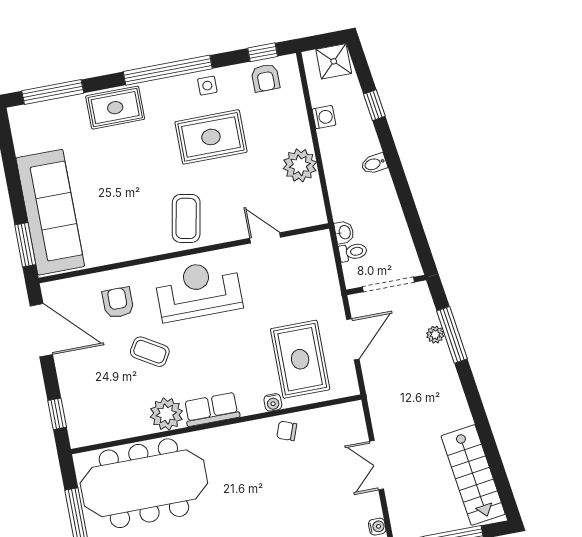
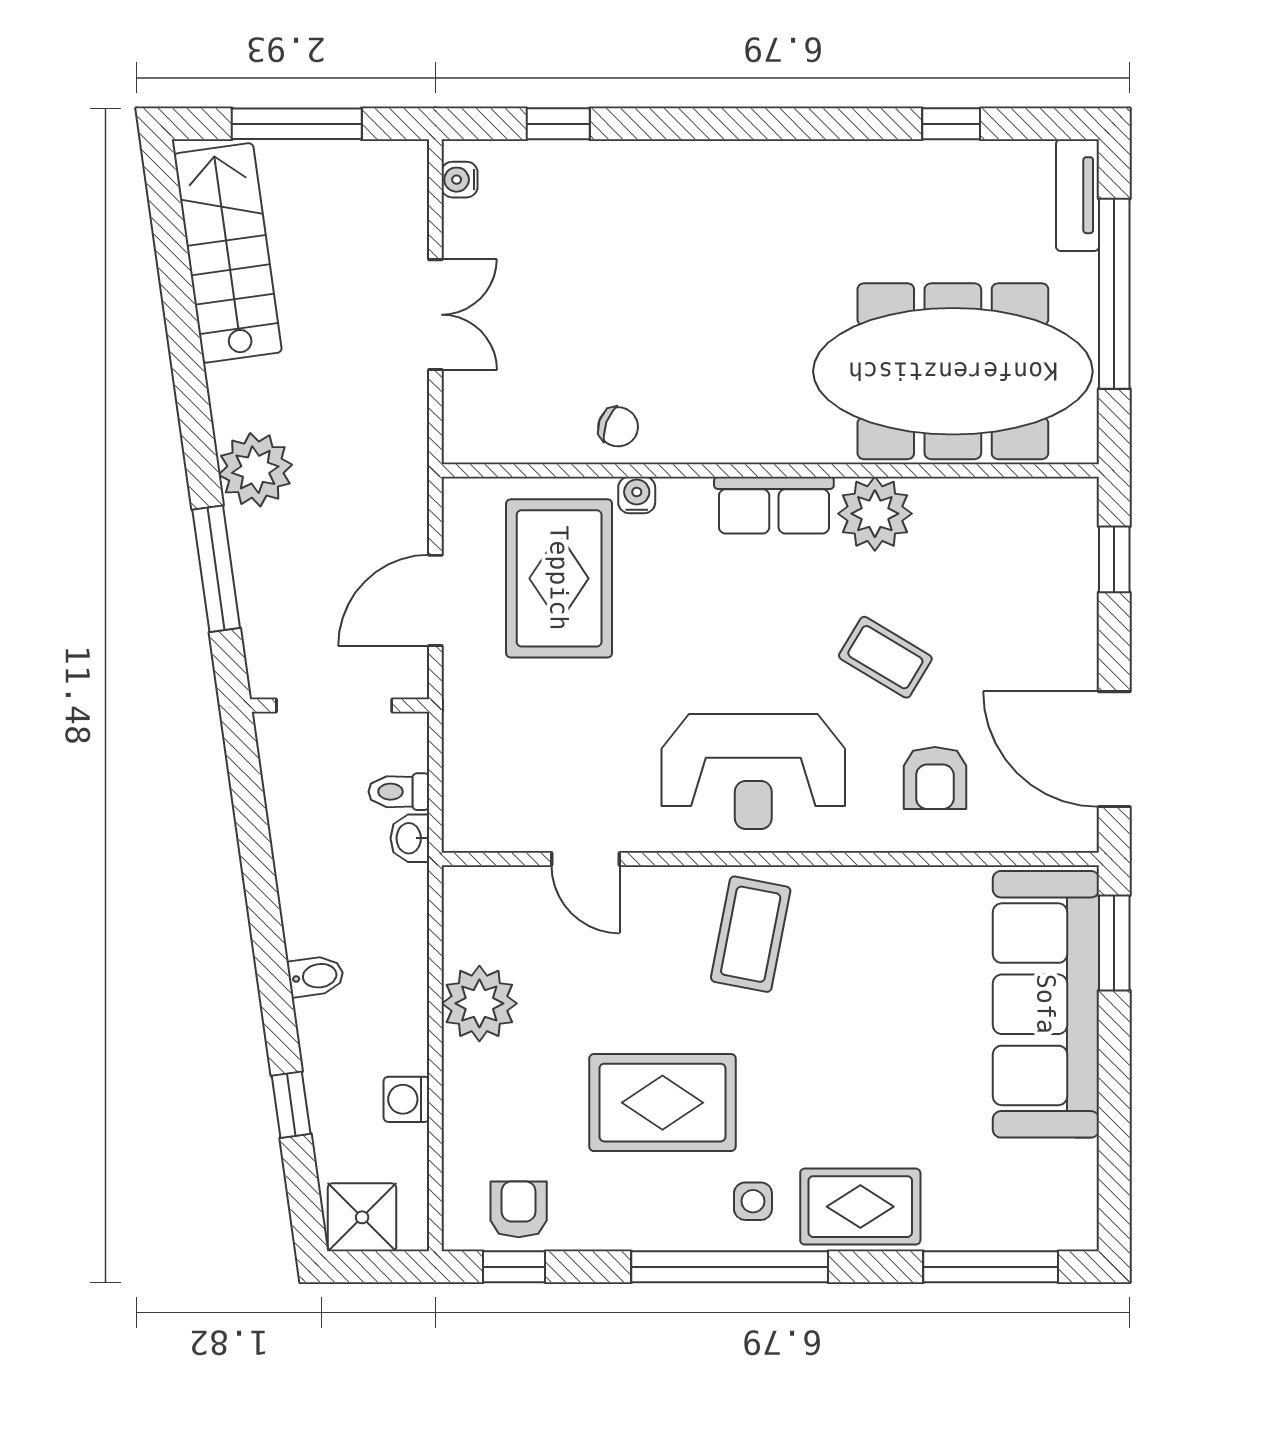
side table: (207, 86) -> (753, 1201), moved
plant: (435, 335) -> (255, 470), moved, width x1.87, depth x1.87

